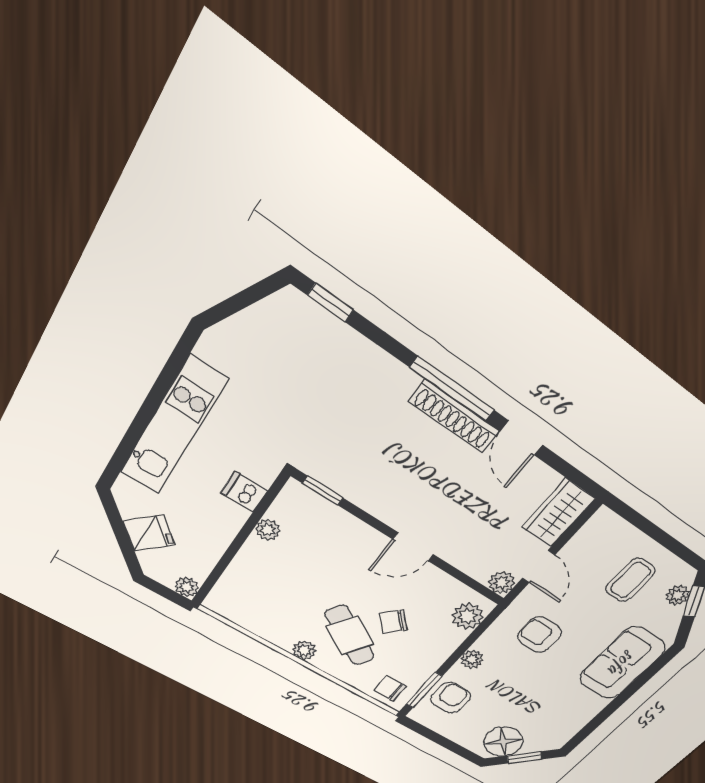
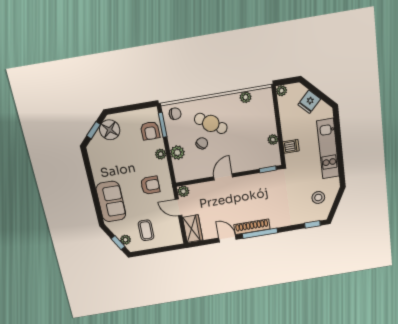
stool: (270, 349) -> (318, 198), added
plant: (468, 616) -> (177, 153), moved
plant: (304, 650) -> (246, 97), moved

